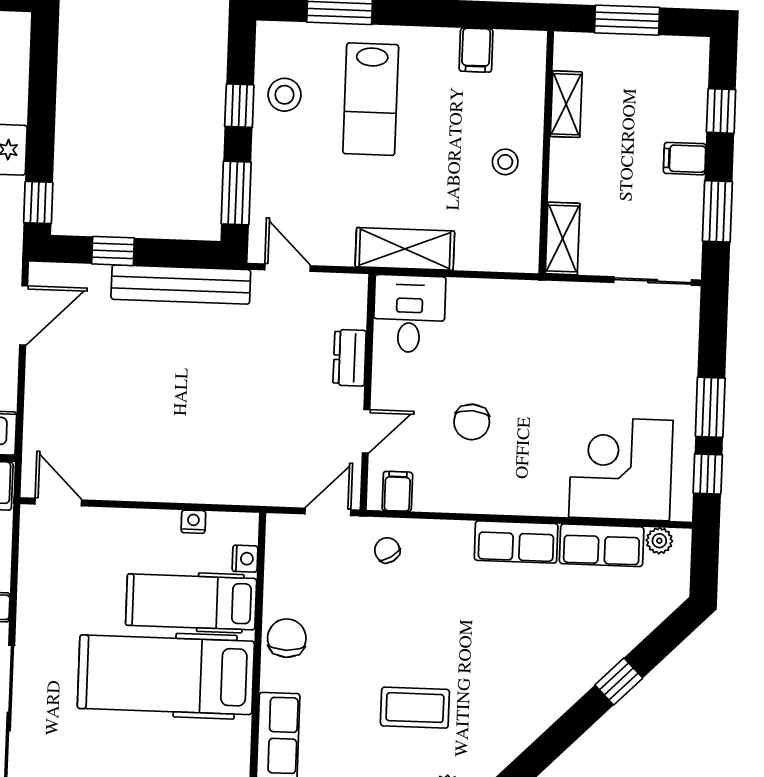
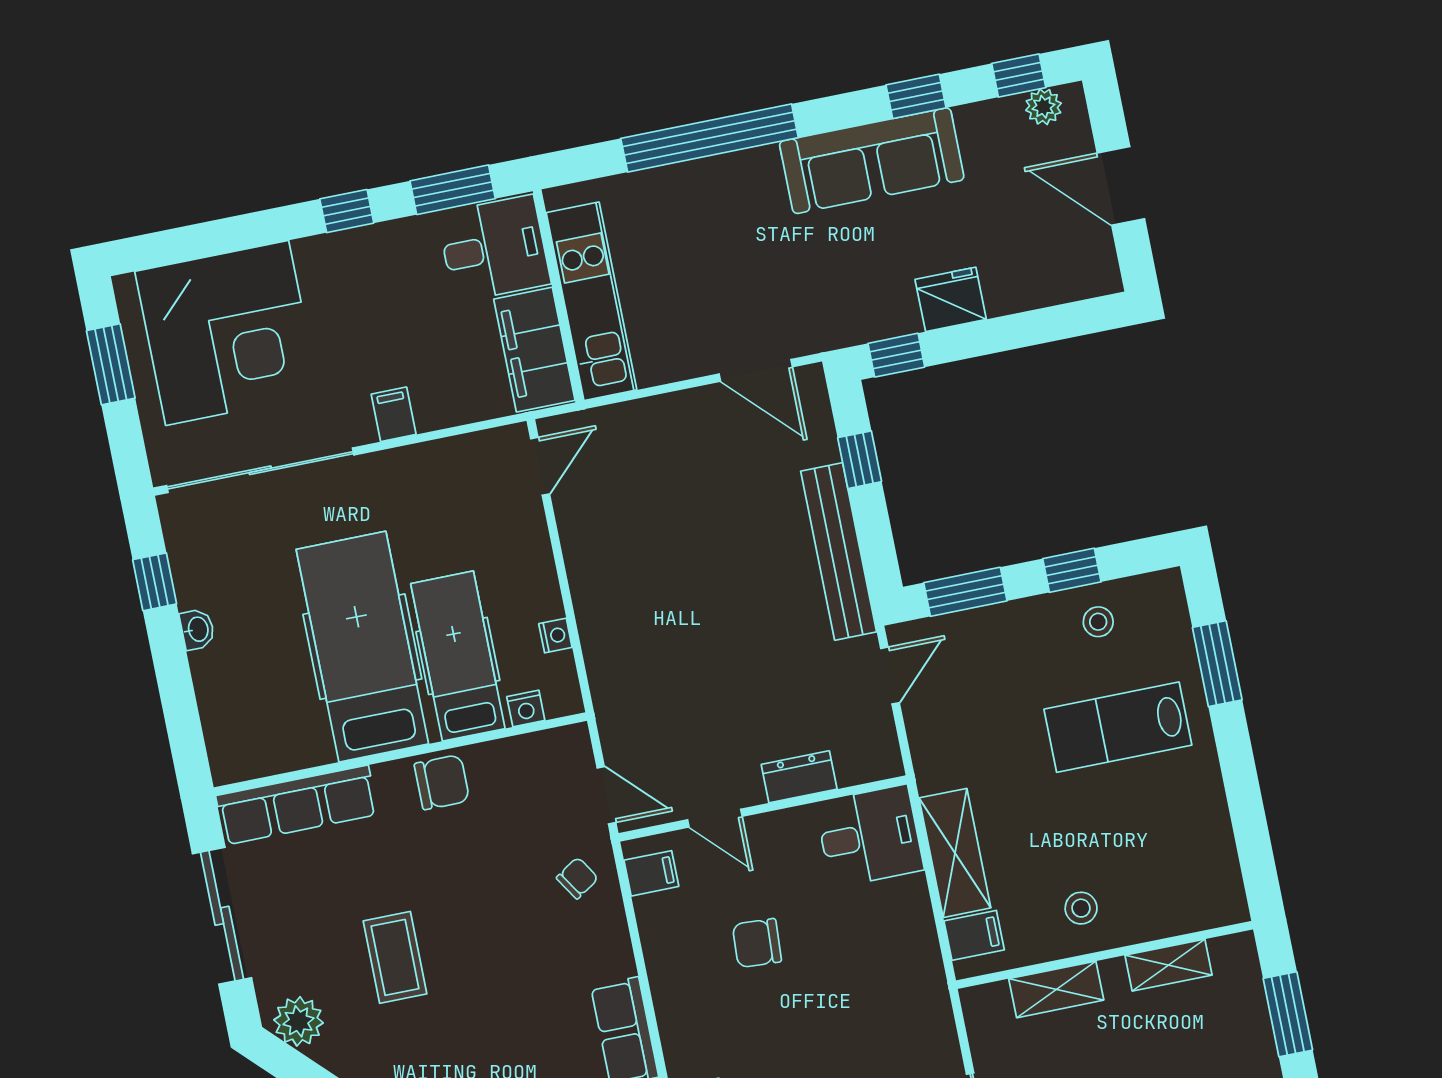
filing cabinet: (476, 50) -> (974, 935), moved, turned 180
stool: (285, 95) -> (1098, 622), width x0.73, depth x0.73
shelving: (563, 239) -> (1056, 989), moved
shelving: (405, 249) -> (955, 853), moved

